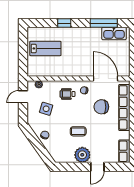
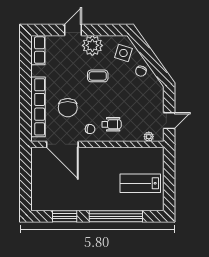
window: (64, 23) -> (116, 216), width x3.17
window: (104, 23) -> (65, 216), width x0.69
kitchen sink: (114, 33) -> (51, 203), removed
chair: (101, 107) -> (68, 108), turned 90
side table: (46, 109) -> (123, 53), moved

